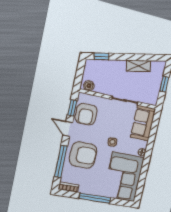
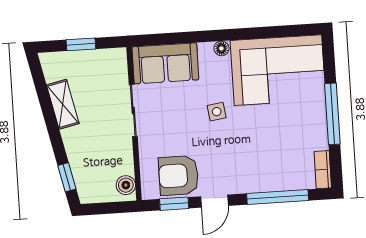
armchair: (86, 114) -> (179, 176), turned 180
armchair: (83, 155) -> (255, 159), removed

